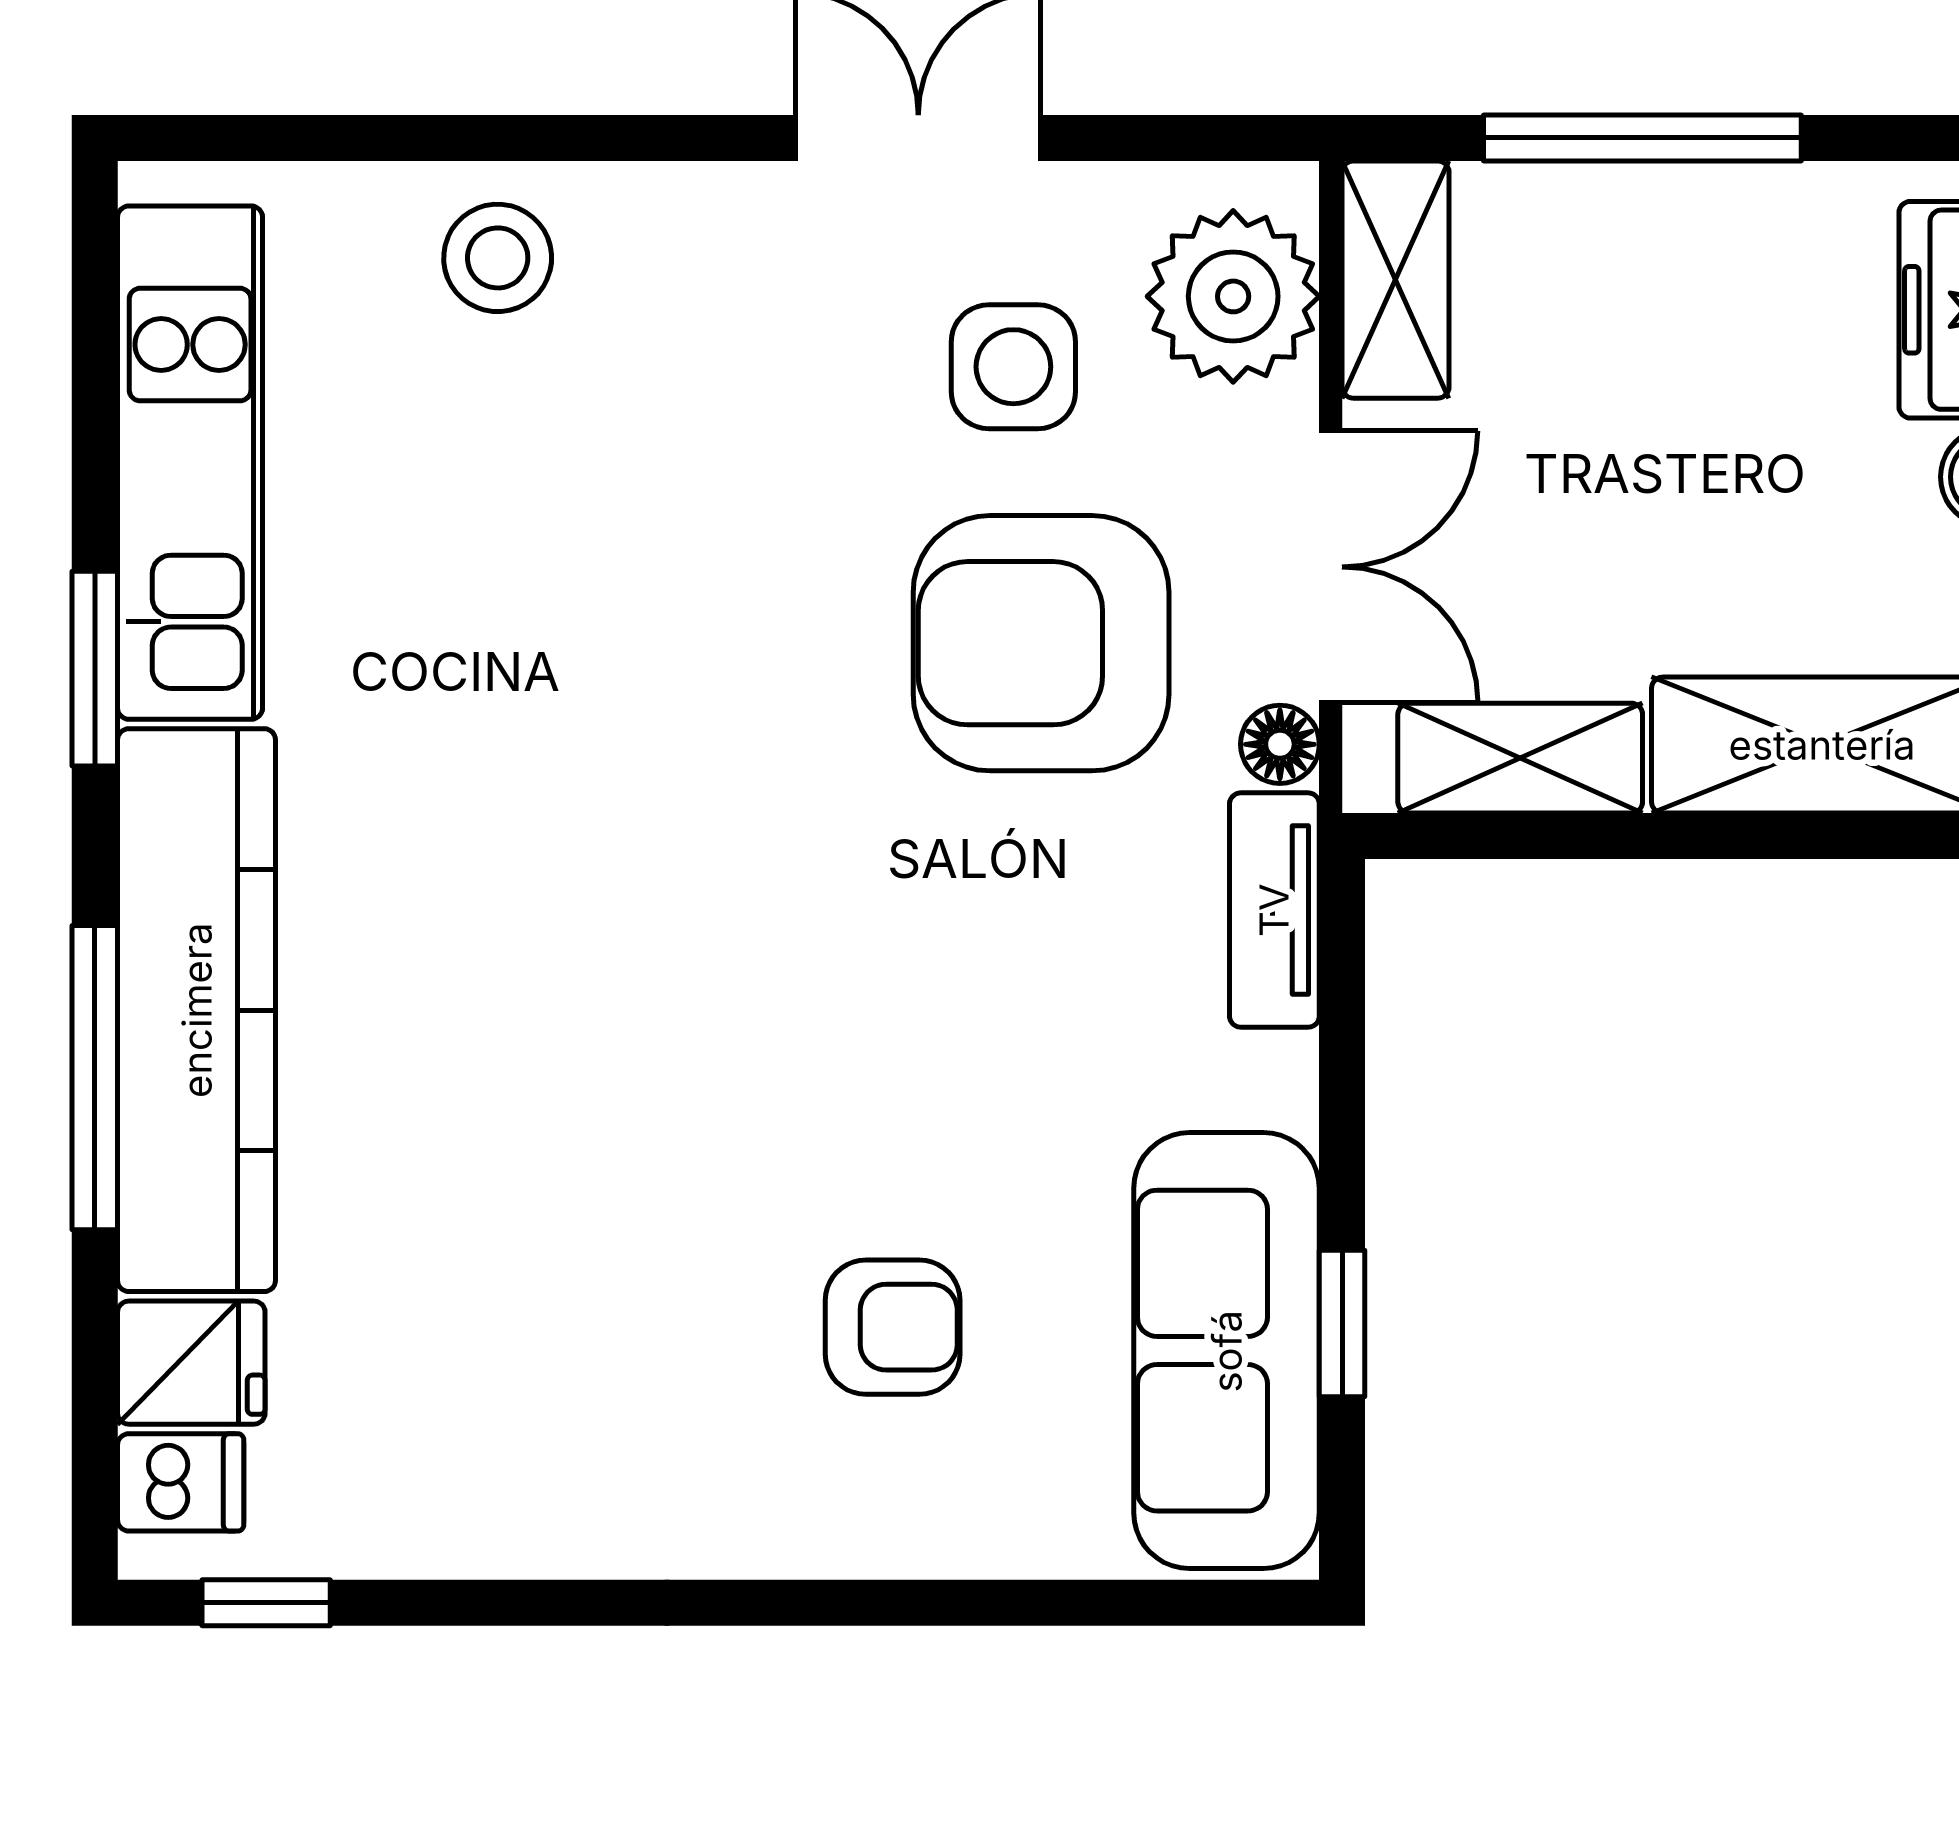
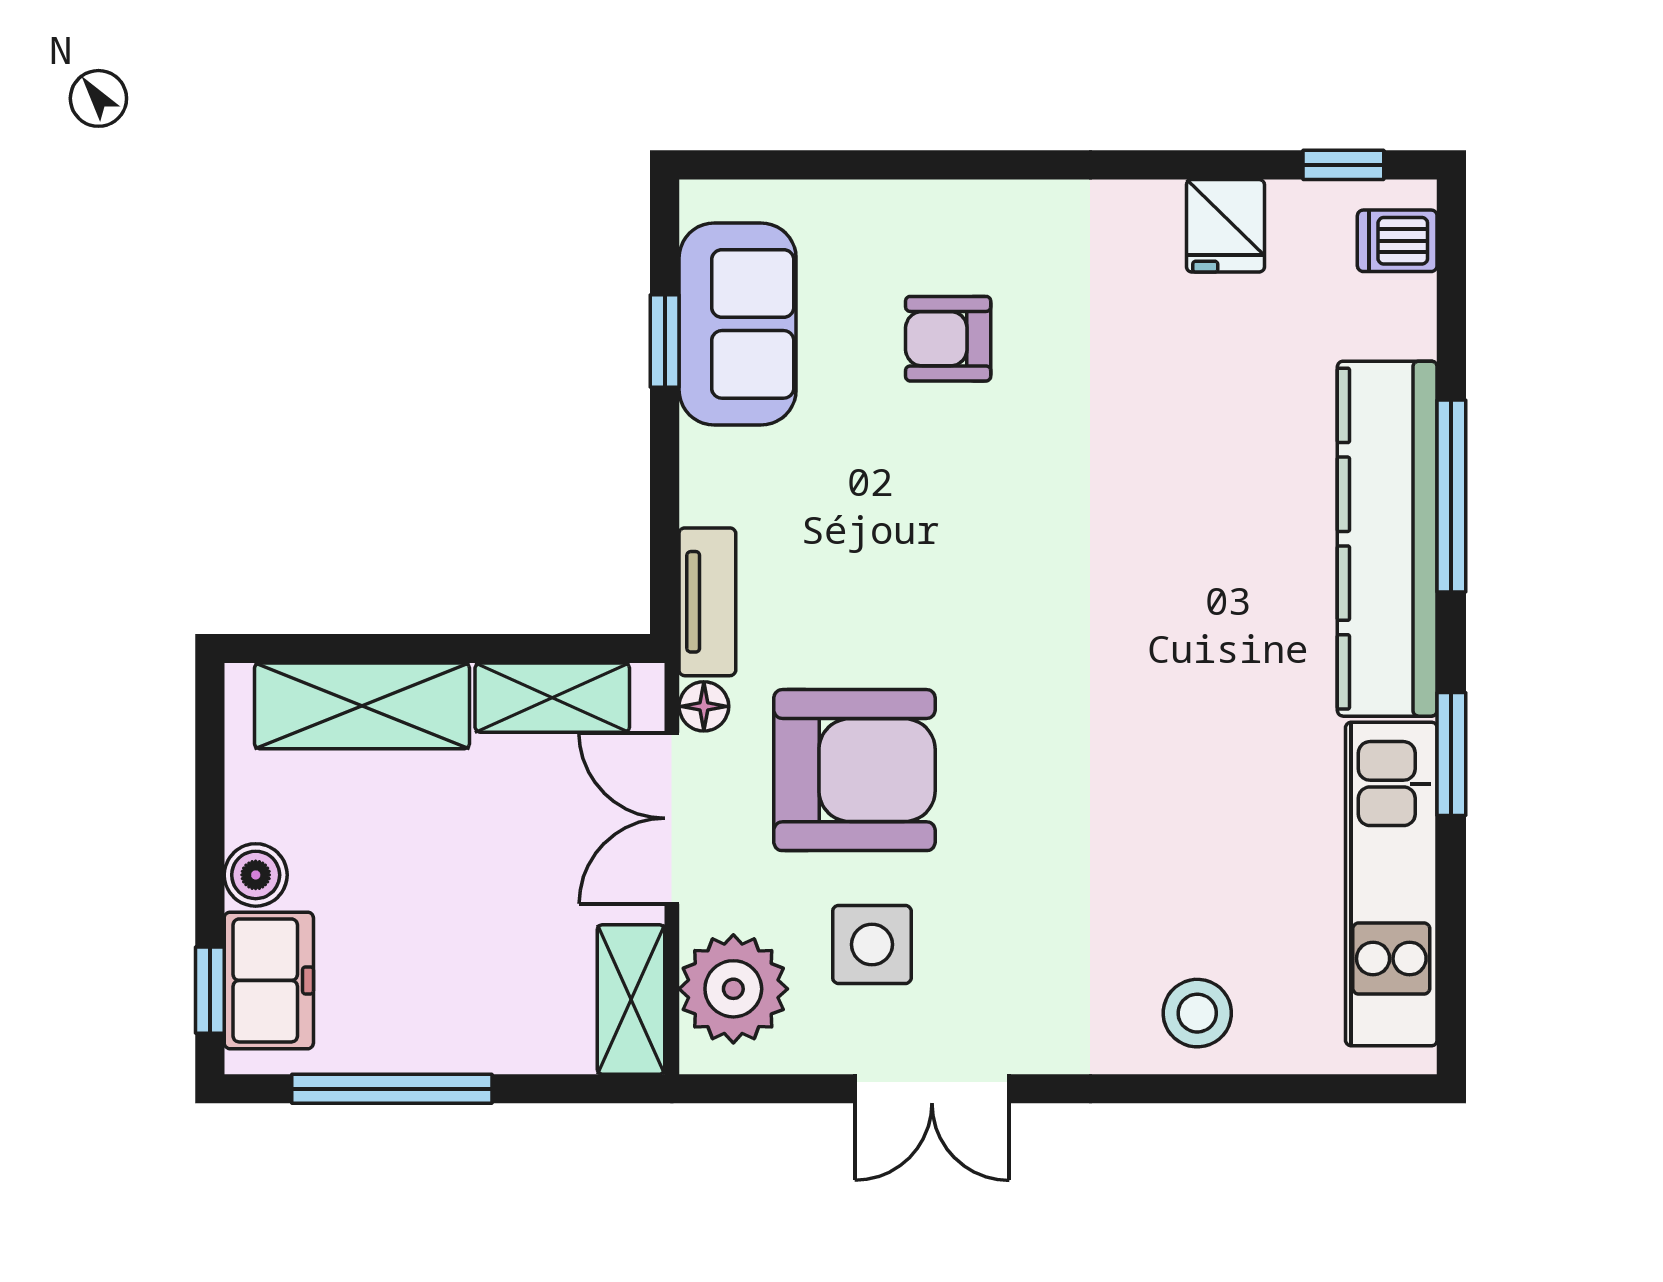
window: (1642, 138) -> (392, 1089), moved
sofa: (1227, 1351) -> (738, 324), width x0.73
fridge: (191, 1363) -> (1225, 226), moved, turned -90

